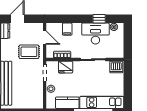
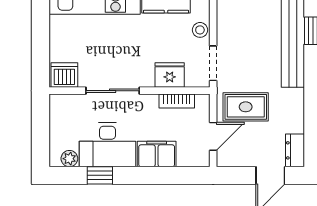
filing cabinet: (67, 29) -> (157, 154), width x2.00
door: (45, 38) -> (213, 136), swing flipped

